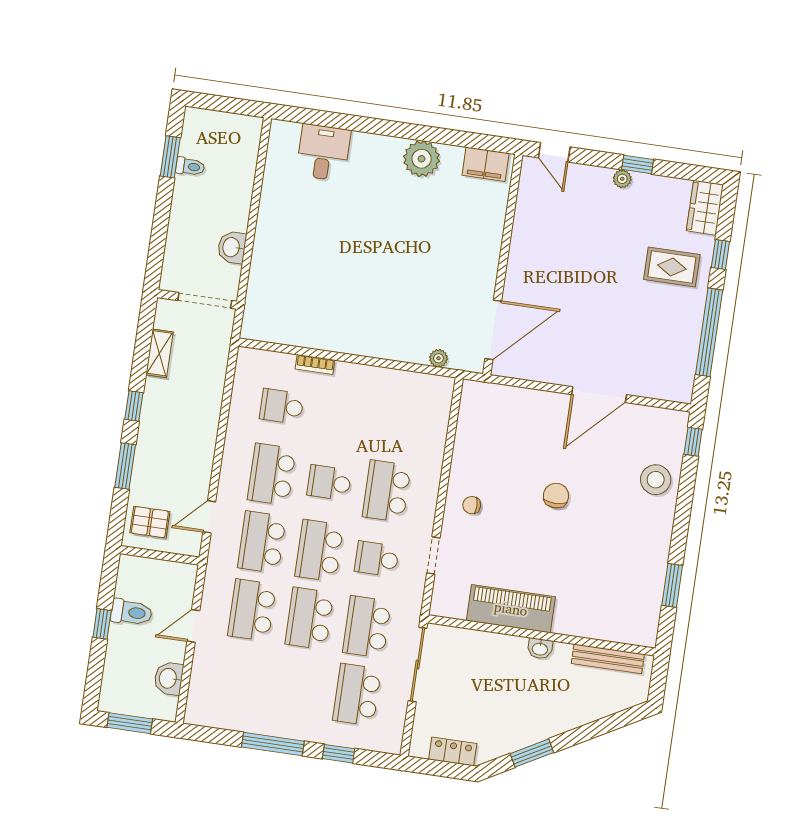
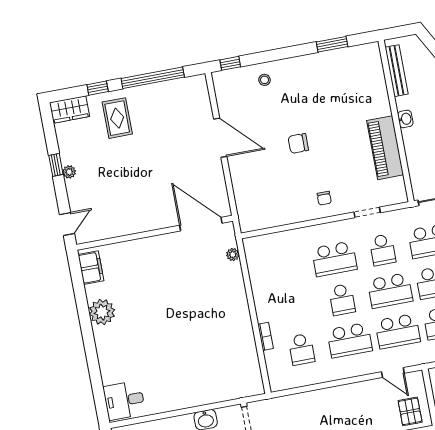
desk: (323, 153) -> (124, 400), moved
stool: (656, 480) -> (264, 80), width x0.53, depth x0.53

